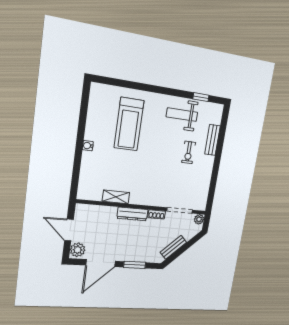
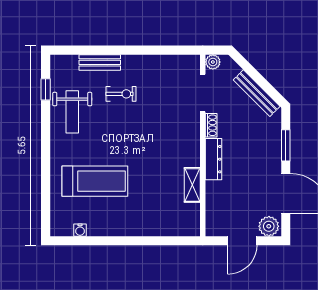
water cooler: (88, 146) -> (80, 230), moved
bench: (173, 247) -> (257, 93), width x1.36

